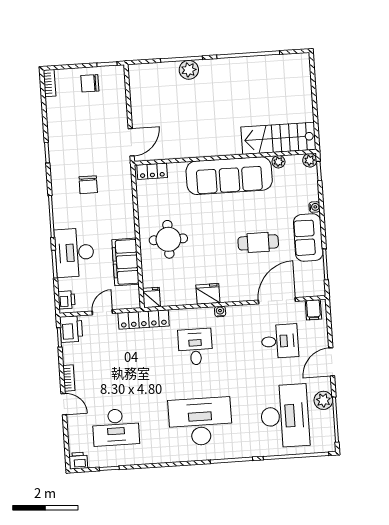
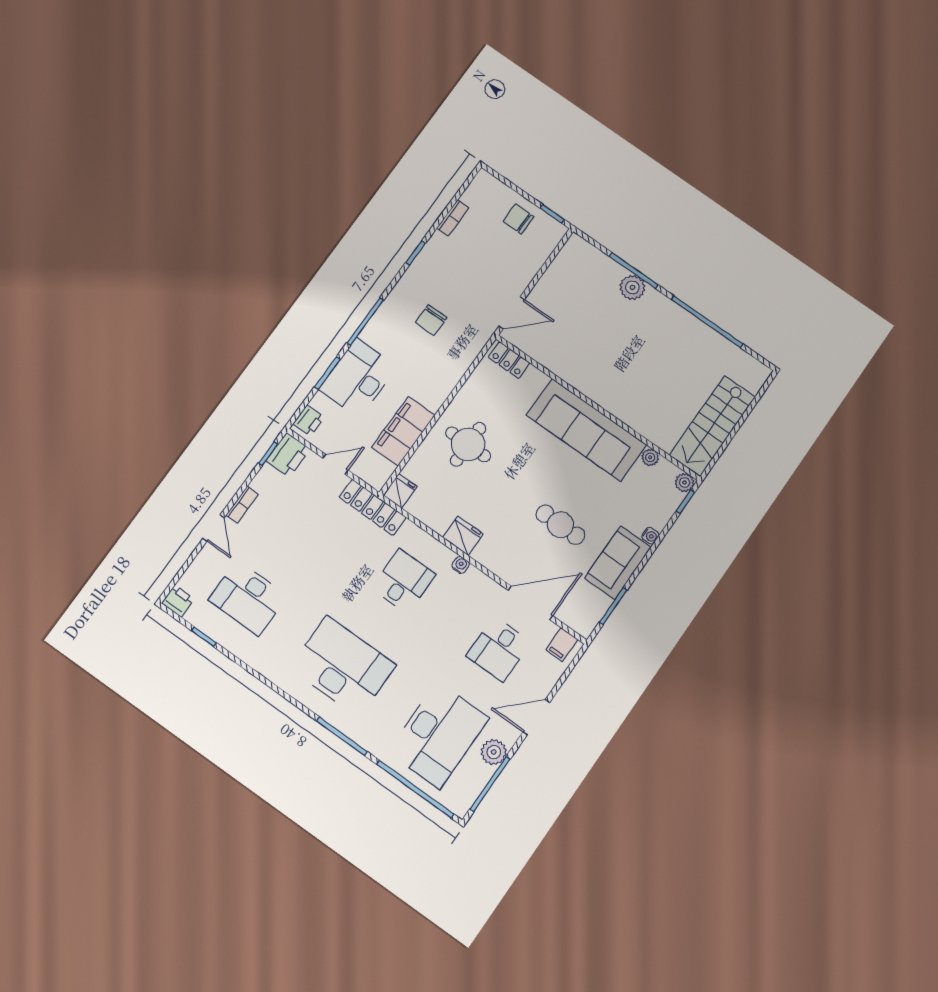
bookcase: (49, 83) -> (453, 218), moved
stairs: (278, 138) -> (712, 426), moved, turned -90
desk: (280, 341) -> (499, 649), turned 90

